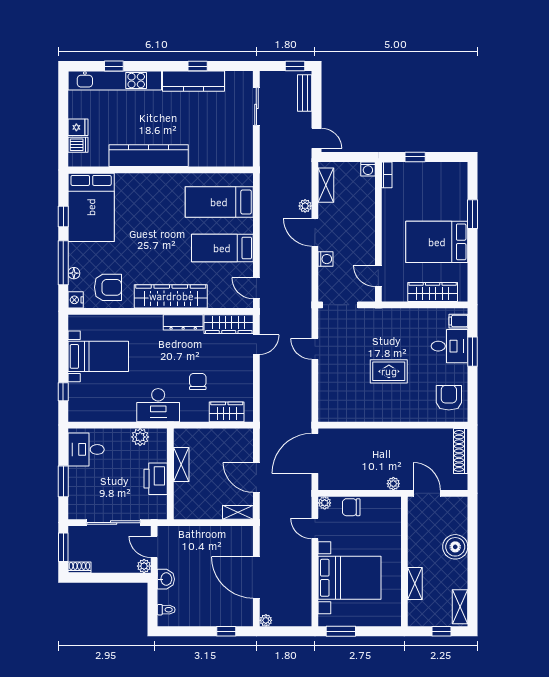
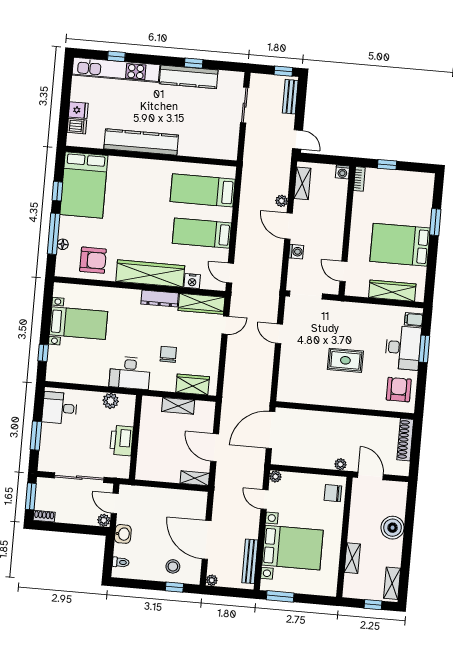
nightstand: (76, 300) -> (192, 281), moved, turned -90
desk: (450, 346) -> (403, 348), width x1.37
shelving: (181, 464) -> (178, 406), moved, turned 90
chair: (351, 507) -> (333, 493), moved
bench: (305, 596) -> (250, 561), added
stool: (223, 609) -> (173, 566), added

